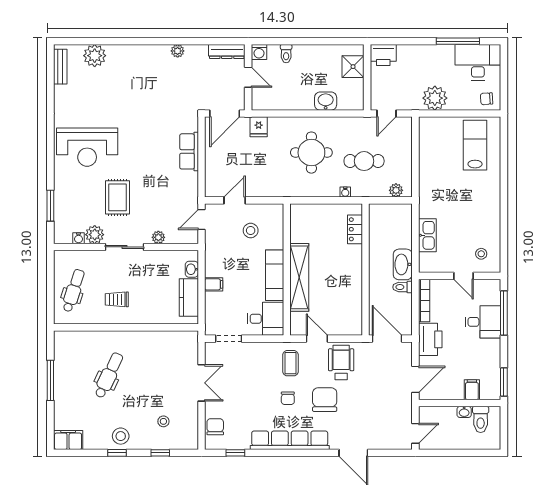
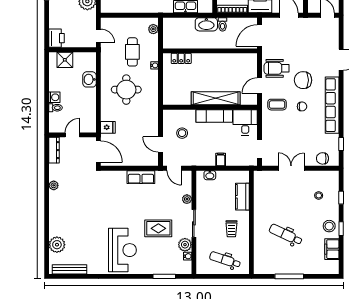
washing machine: (259, 52) -> (54, 97), moved
bench: (60, 67) -> (69, 269), width x1.36
row of seats: (189, 151) -> (141, 177), moved
kitchen counter: (189, 297) -> (242, 197), moved, turned 90
filing cabinet: (68, 440) -> (332, 249), moved

